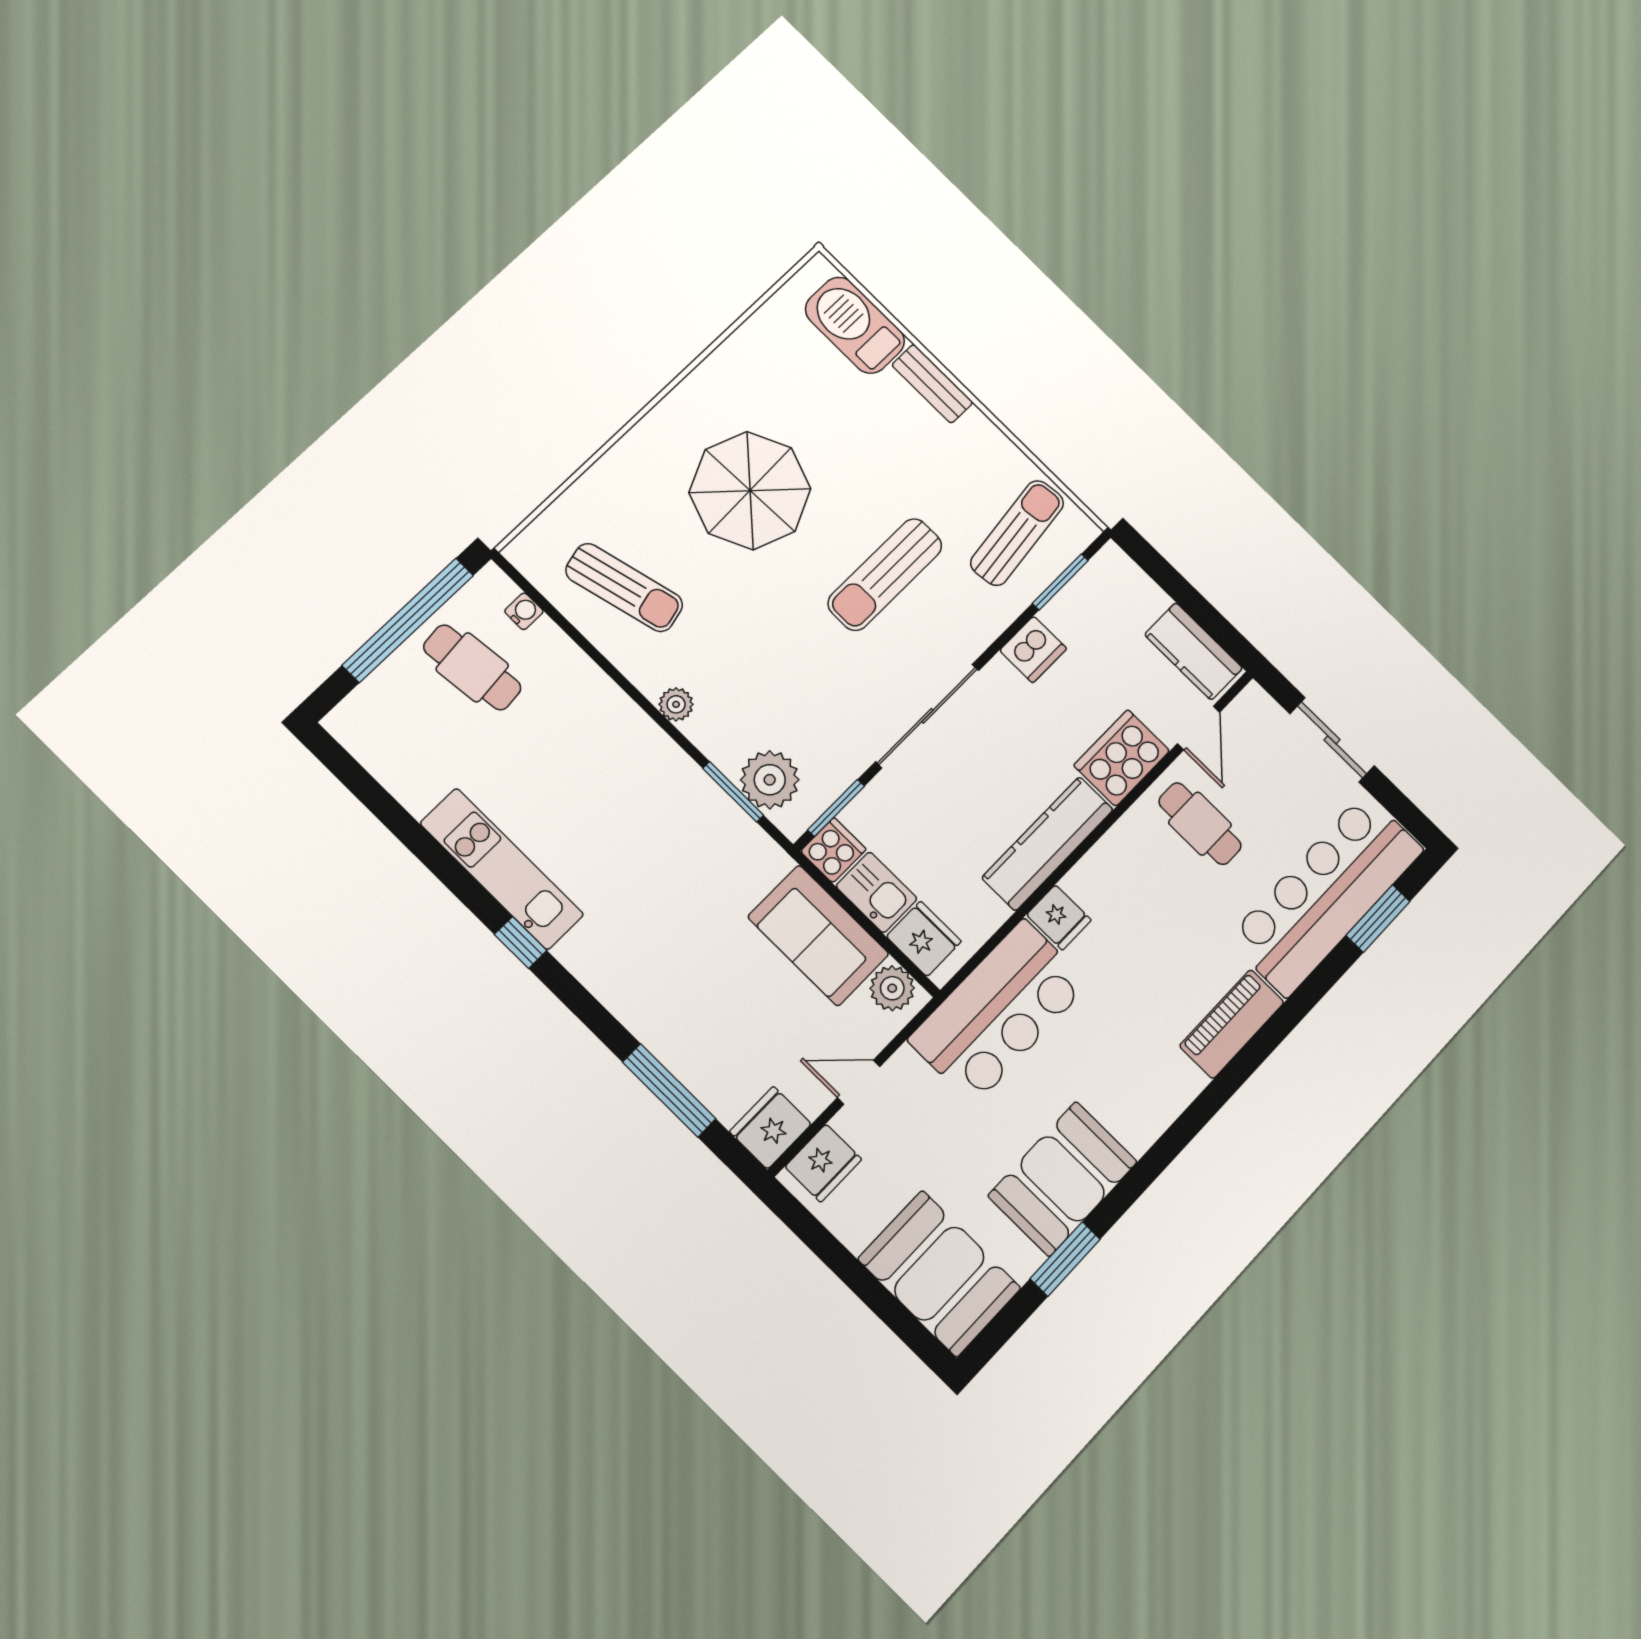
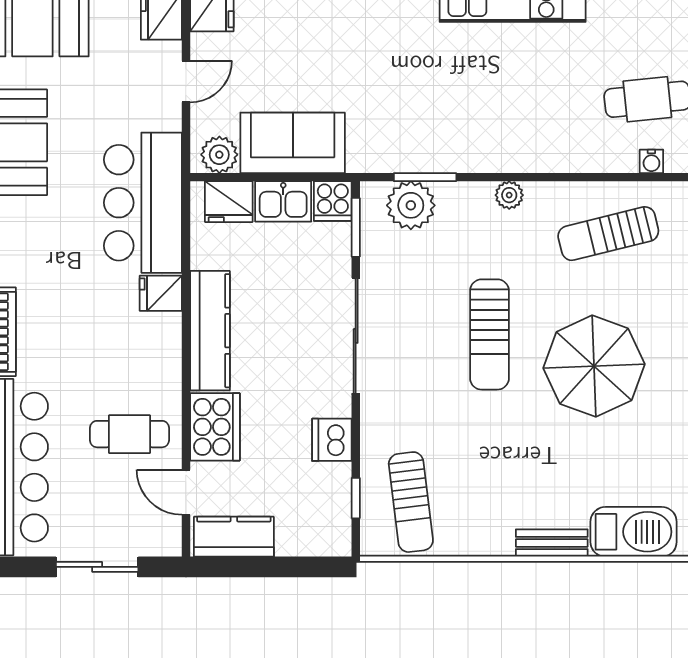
sun lounger: (885, 574) -> (489, 334), moved, turned 180
window: (1060, 582) -> (356, 498), width x0.67

